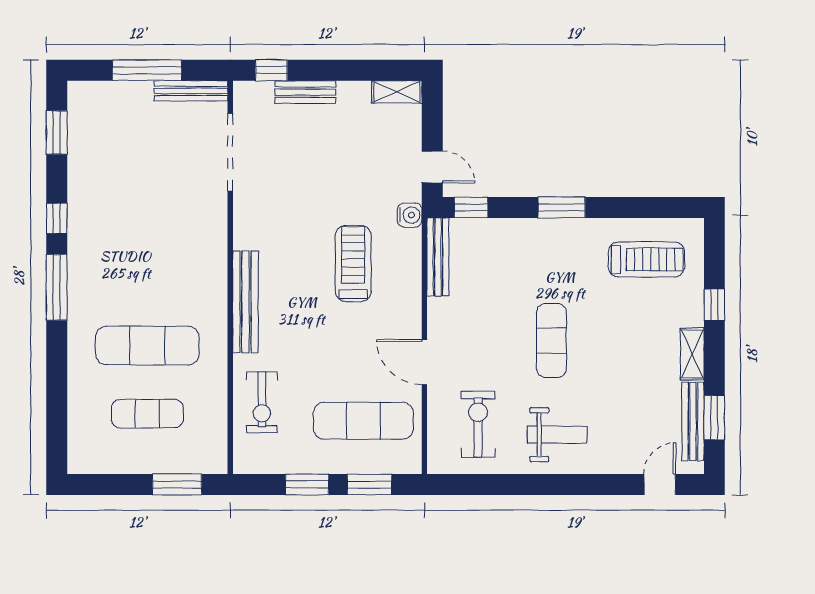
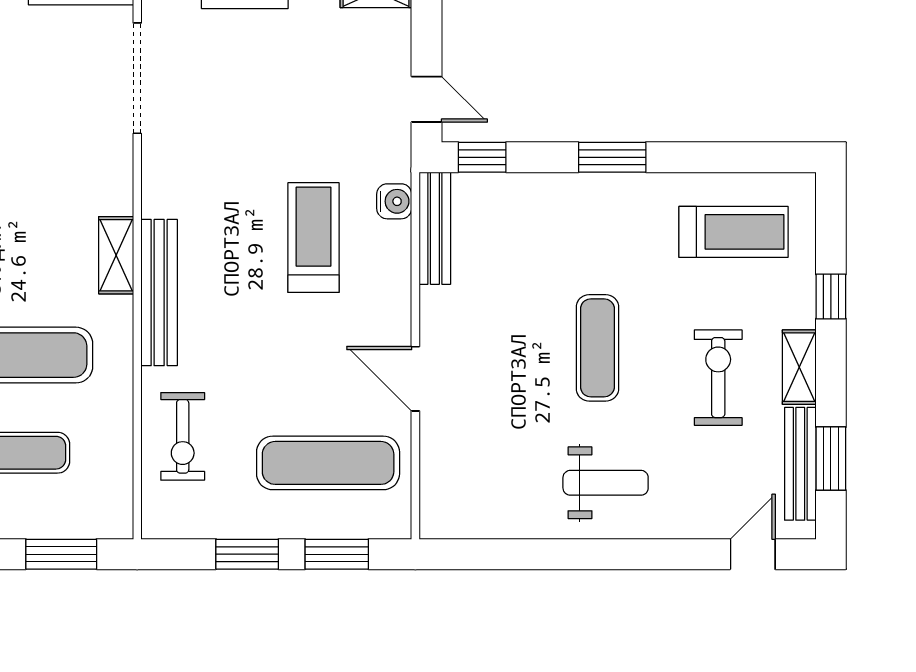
water cooler: (410, 215) -> (394, 201), moved
shelving: (215, 276) -> (116, 255), added
exercise bike: (478, 424) -> (718, 378), moved

